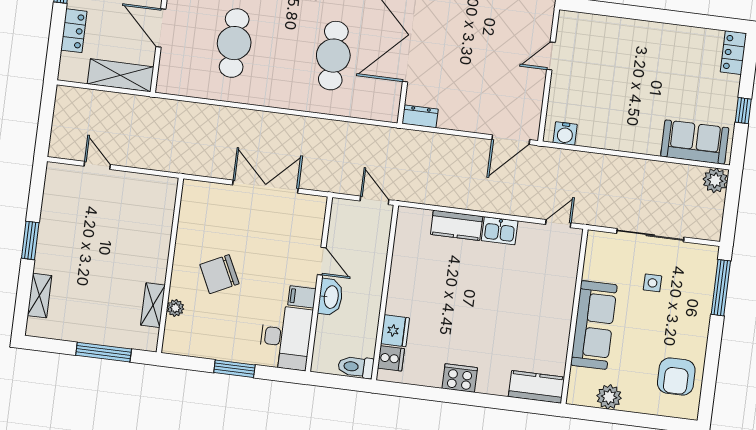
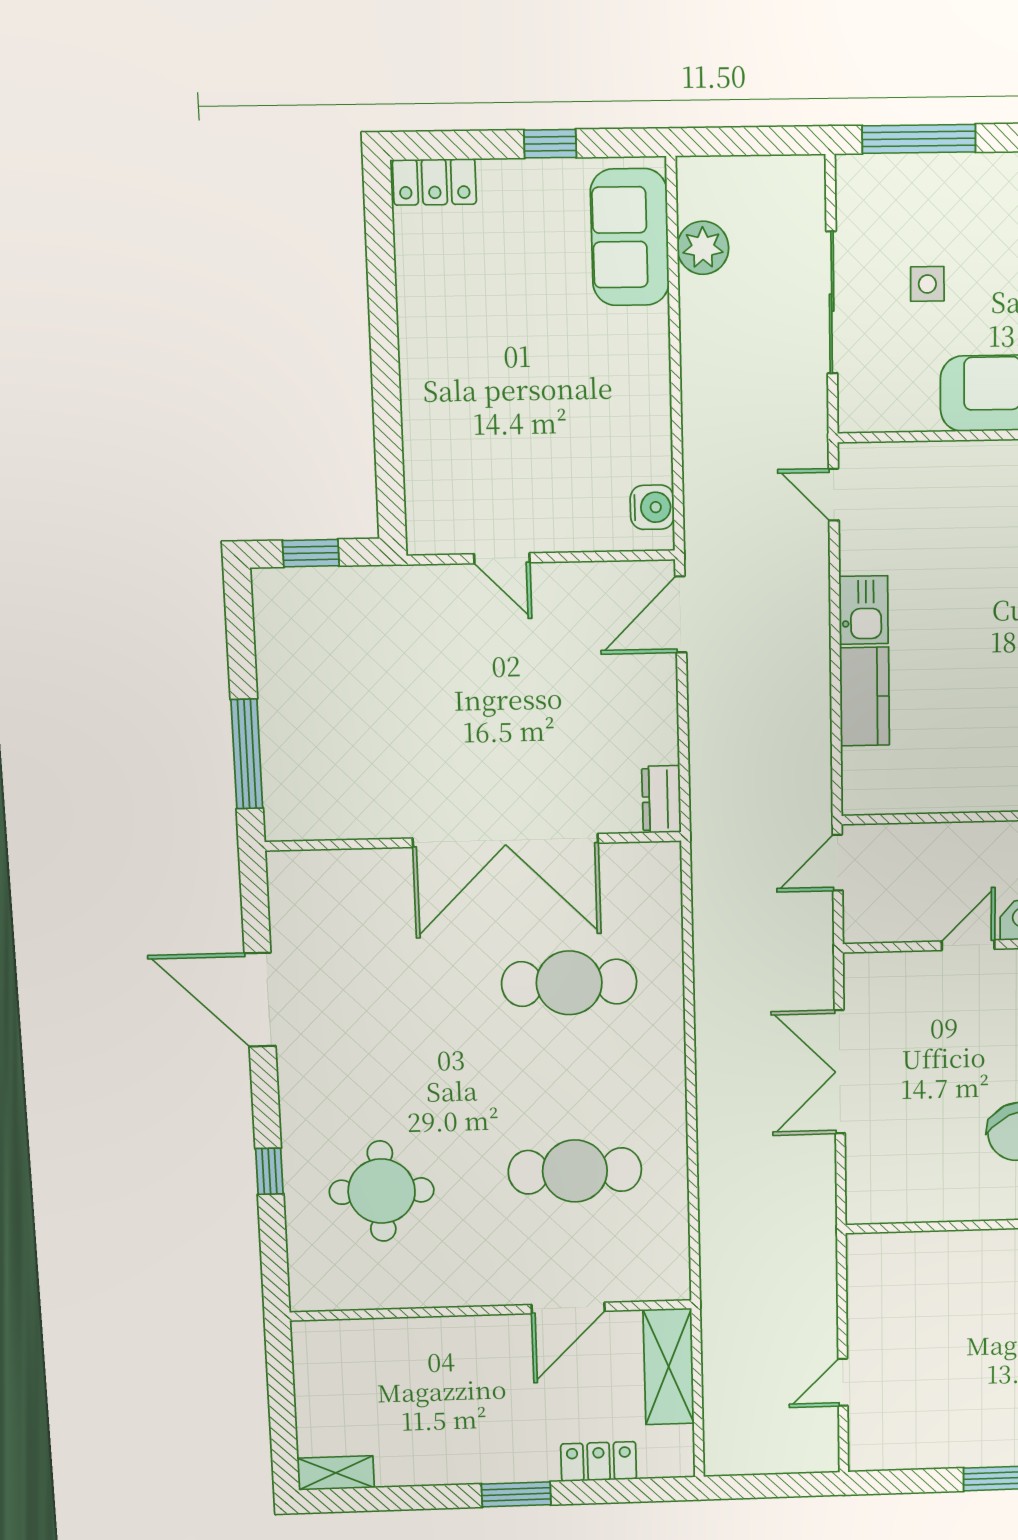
door: (511, 140) -> (681, 614), swing flipped
plant: (715, 180) -> (703, 248), moved

